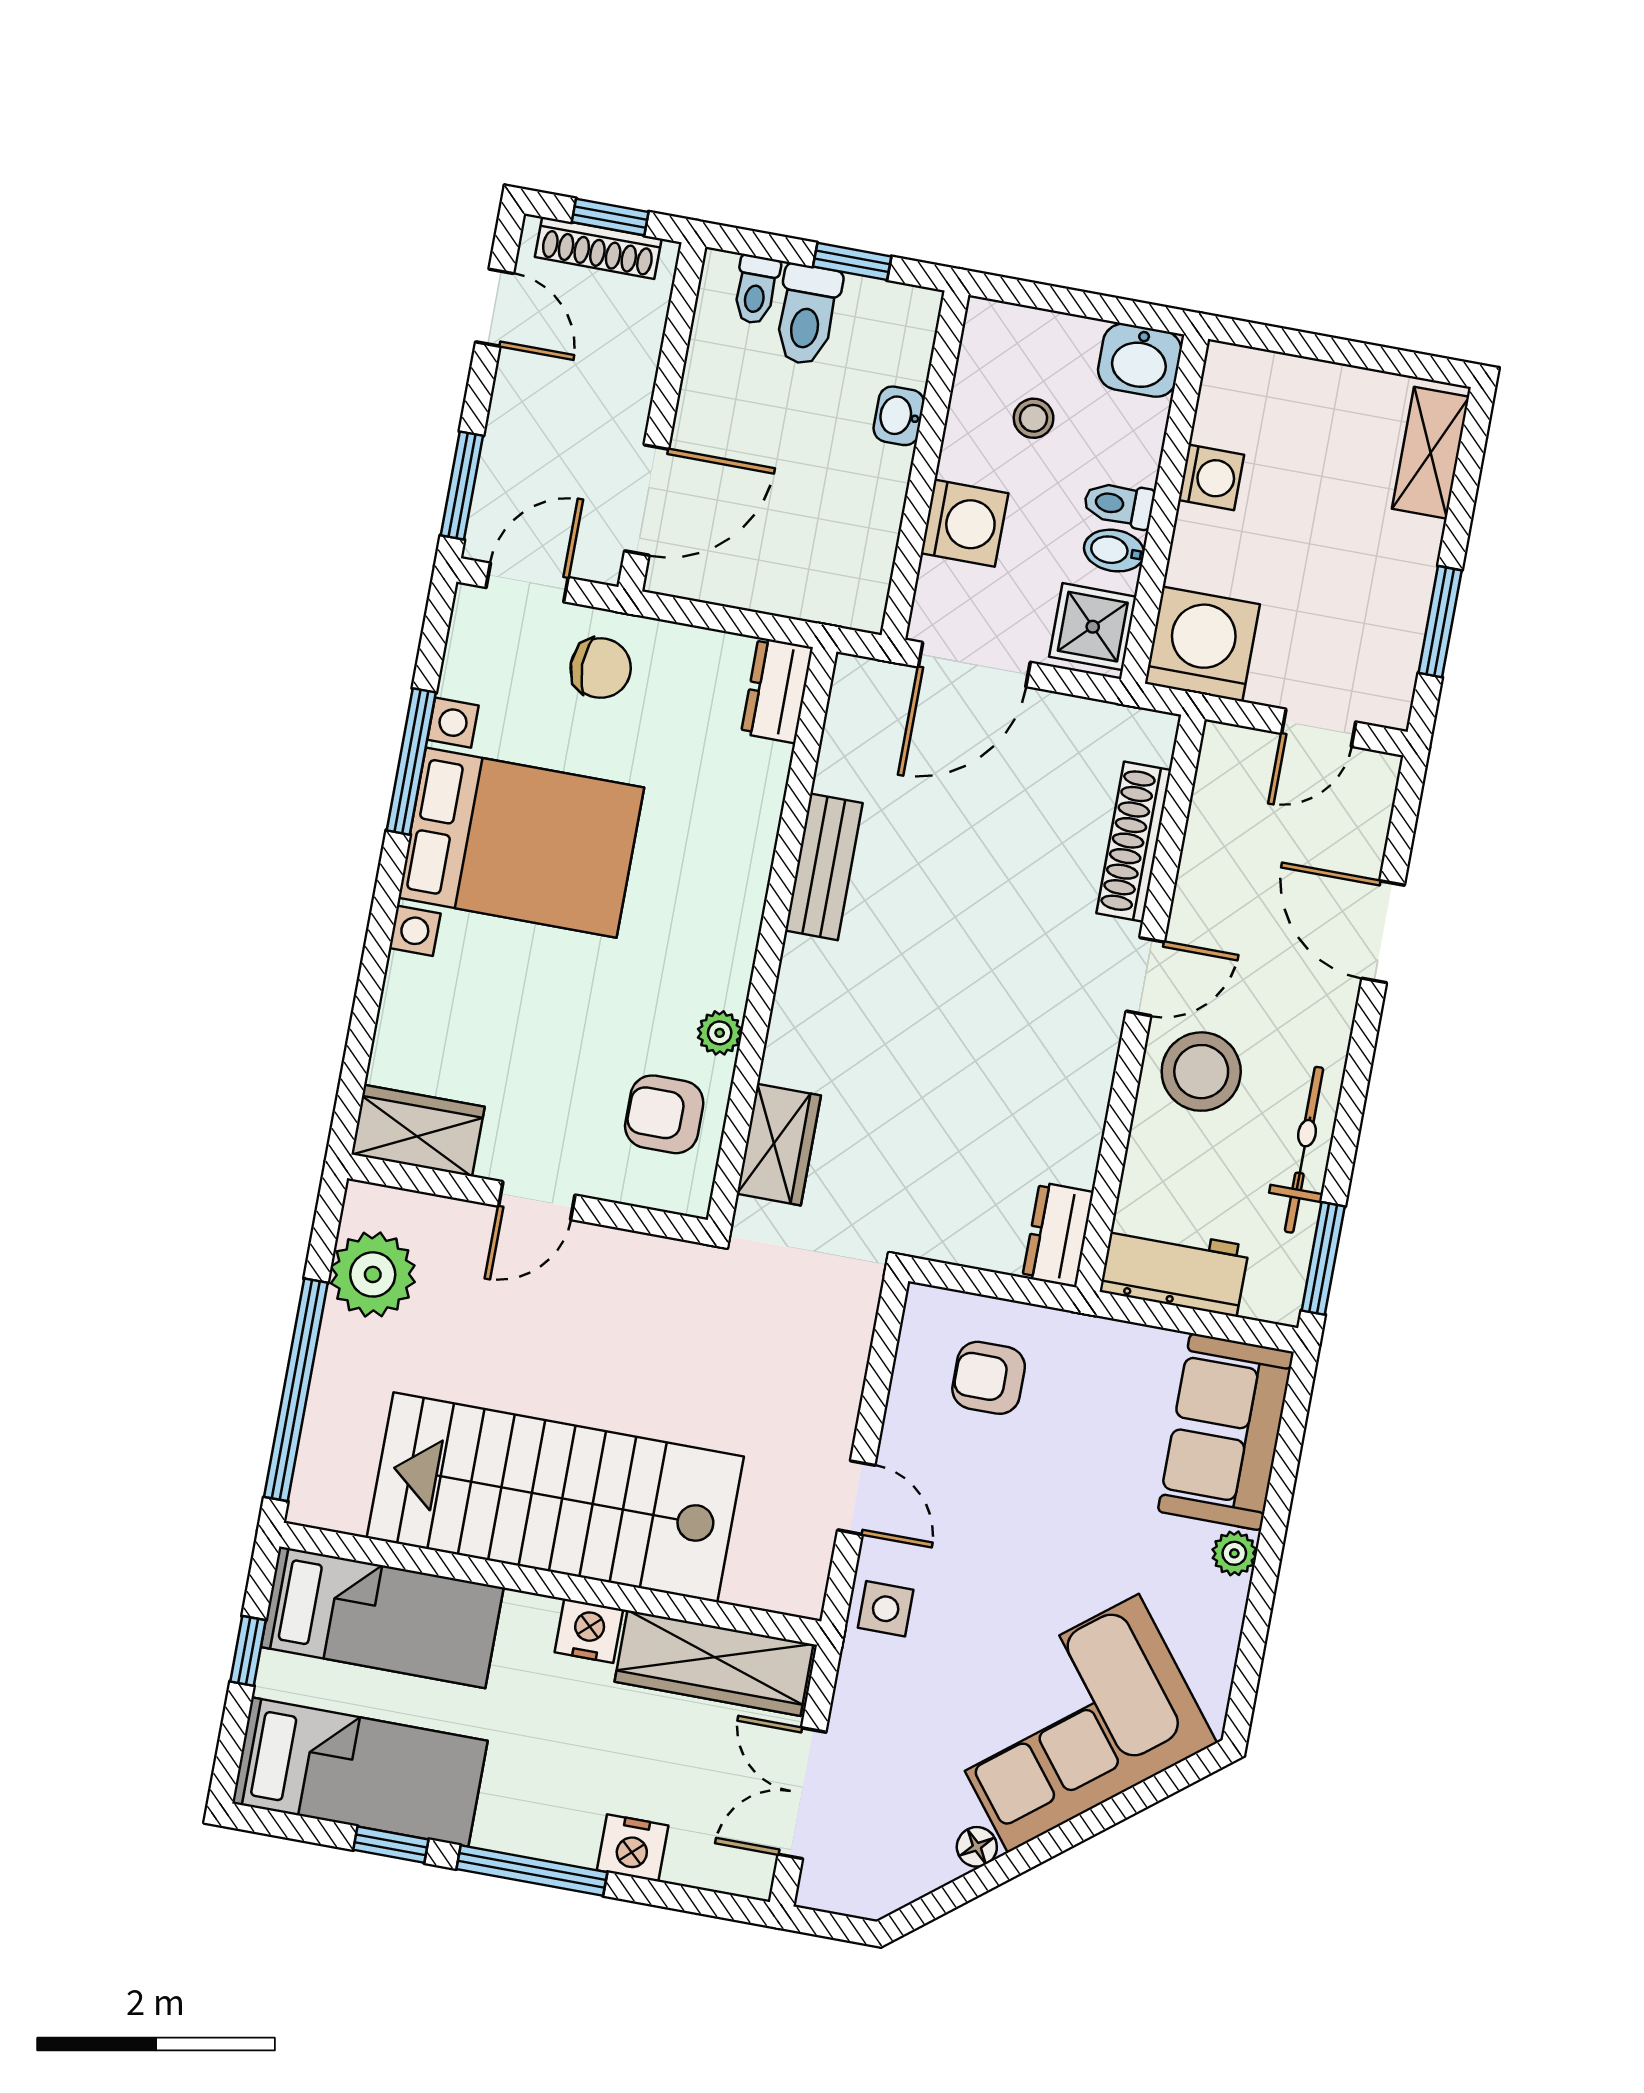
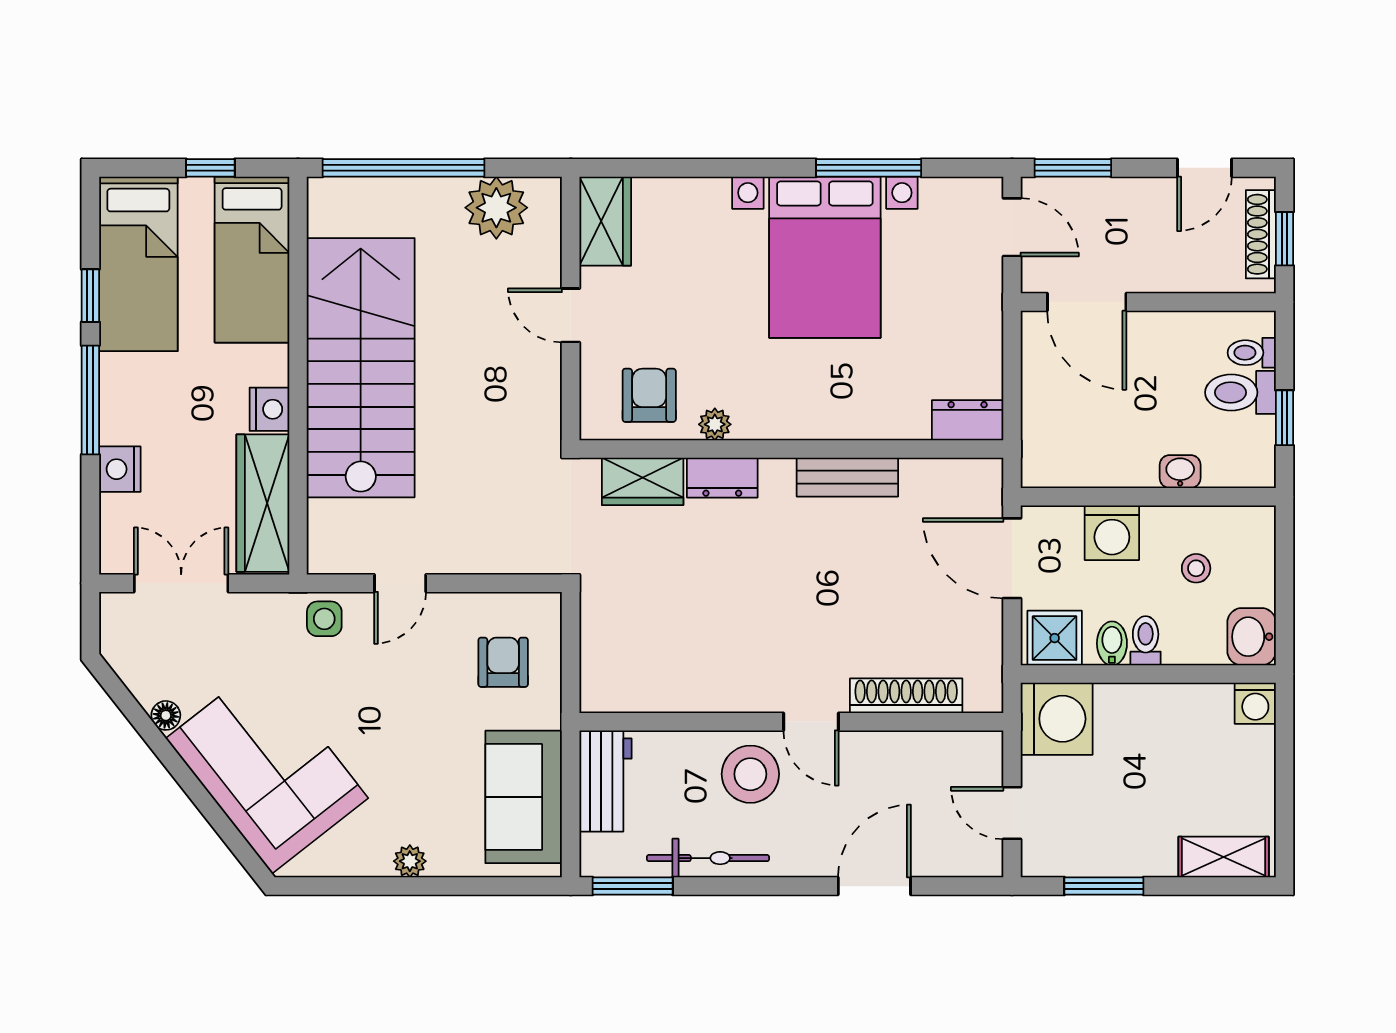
washing machine: (1211, 477) -> (1255, 703), moved
chair: (601, 668) -> (960, 291), removed
dresser: (1058, 1235) -> (722, 478), moved, turned 180
sofa: (1226, 1432) -> (524, 797), moved, turned -90

